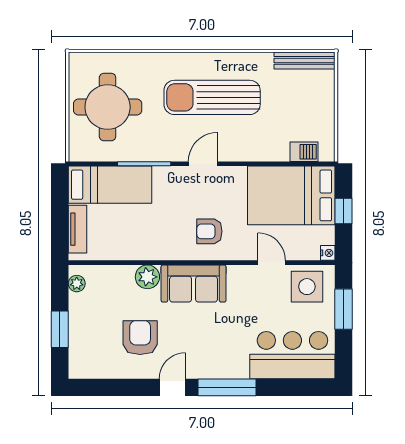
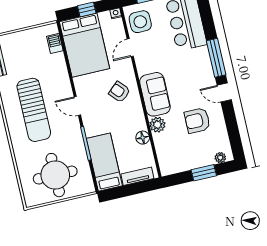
armchair: (209, 231) -> (119, 92), turned 138
floor lamp: (133, 250) -> (143, 138), added
plant: (77, 284) -> (220, 158), moved

